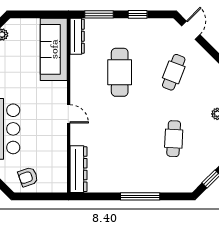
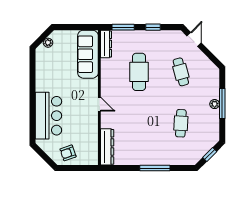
cafe table: (174, 72) -> (181, 72), turned -36

